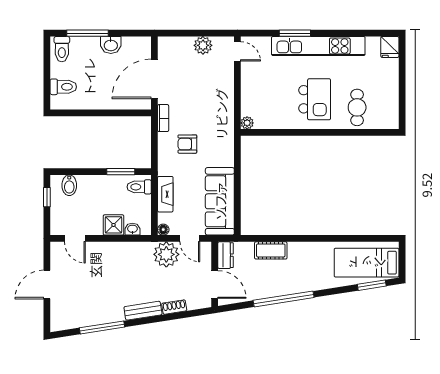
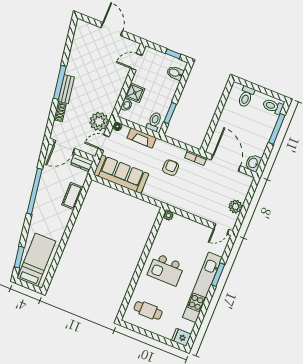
washbasin: (111, 45) -> (253, 163), moved
cafe table: (357, 107) -> (148, 310), moved
window: (102, 327) -> (60, 82), moved

